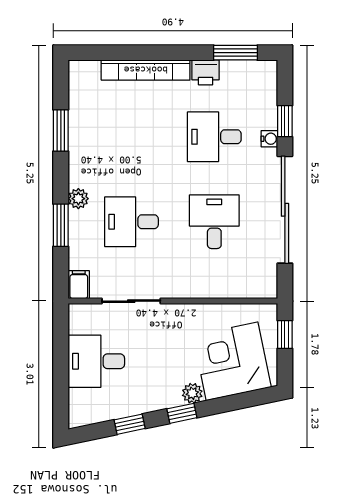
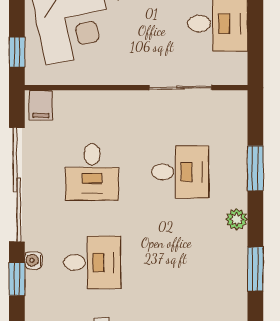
plant: (78, 199) -> (237, 219), moved
filing cabinet: (79, 285) -> (41, 105), moved

